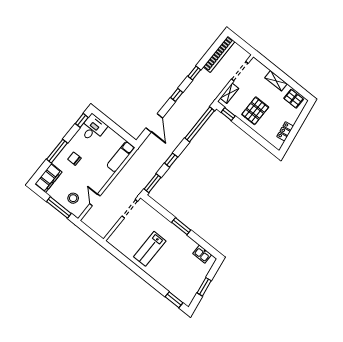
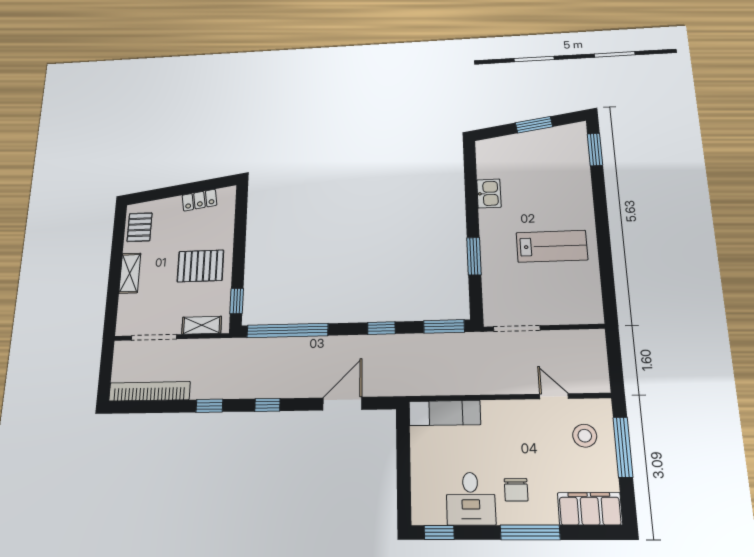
desk: (93, 128) -> (471, 499), moved, turned -90
door: (95, 200) -> (554, 396), swing flipped
window: (181, 226) -> (474, 256), moved
kitchen sink: (202, 254) -> (489, 193), moved

